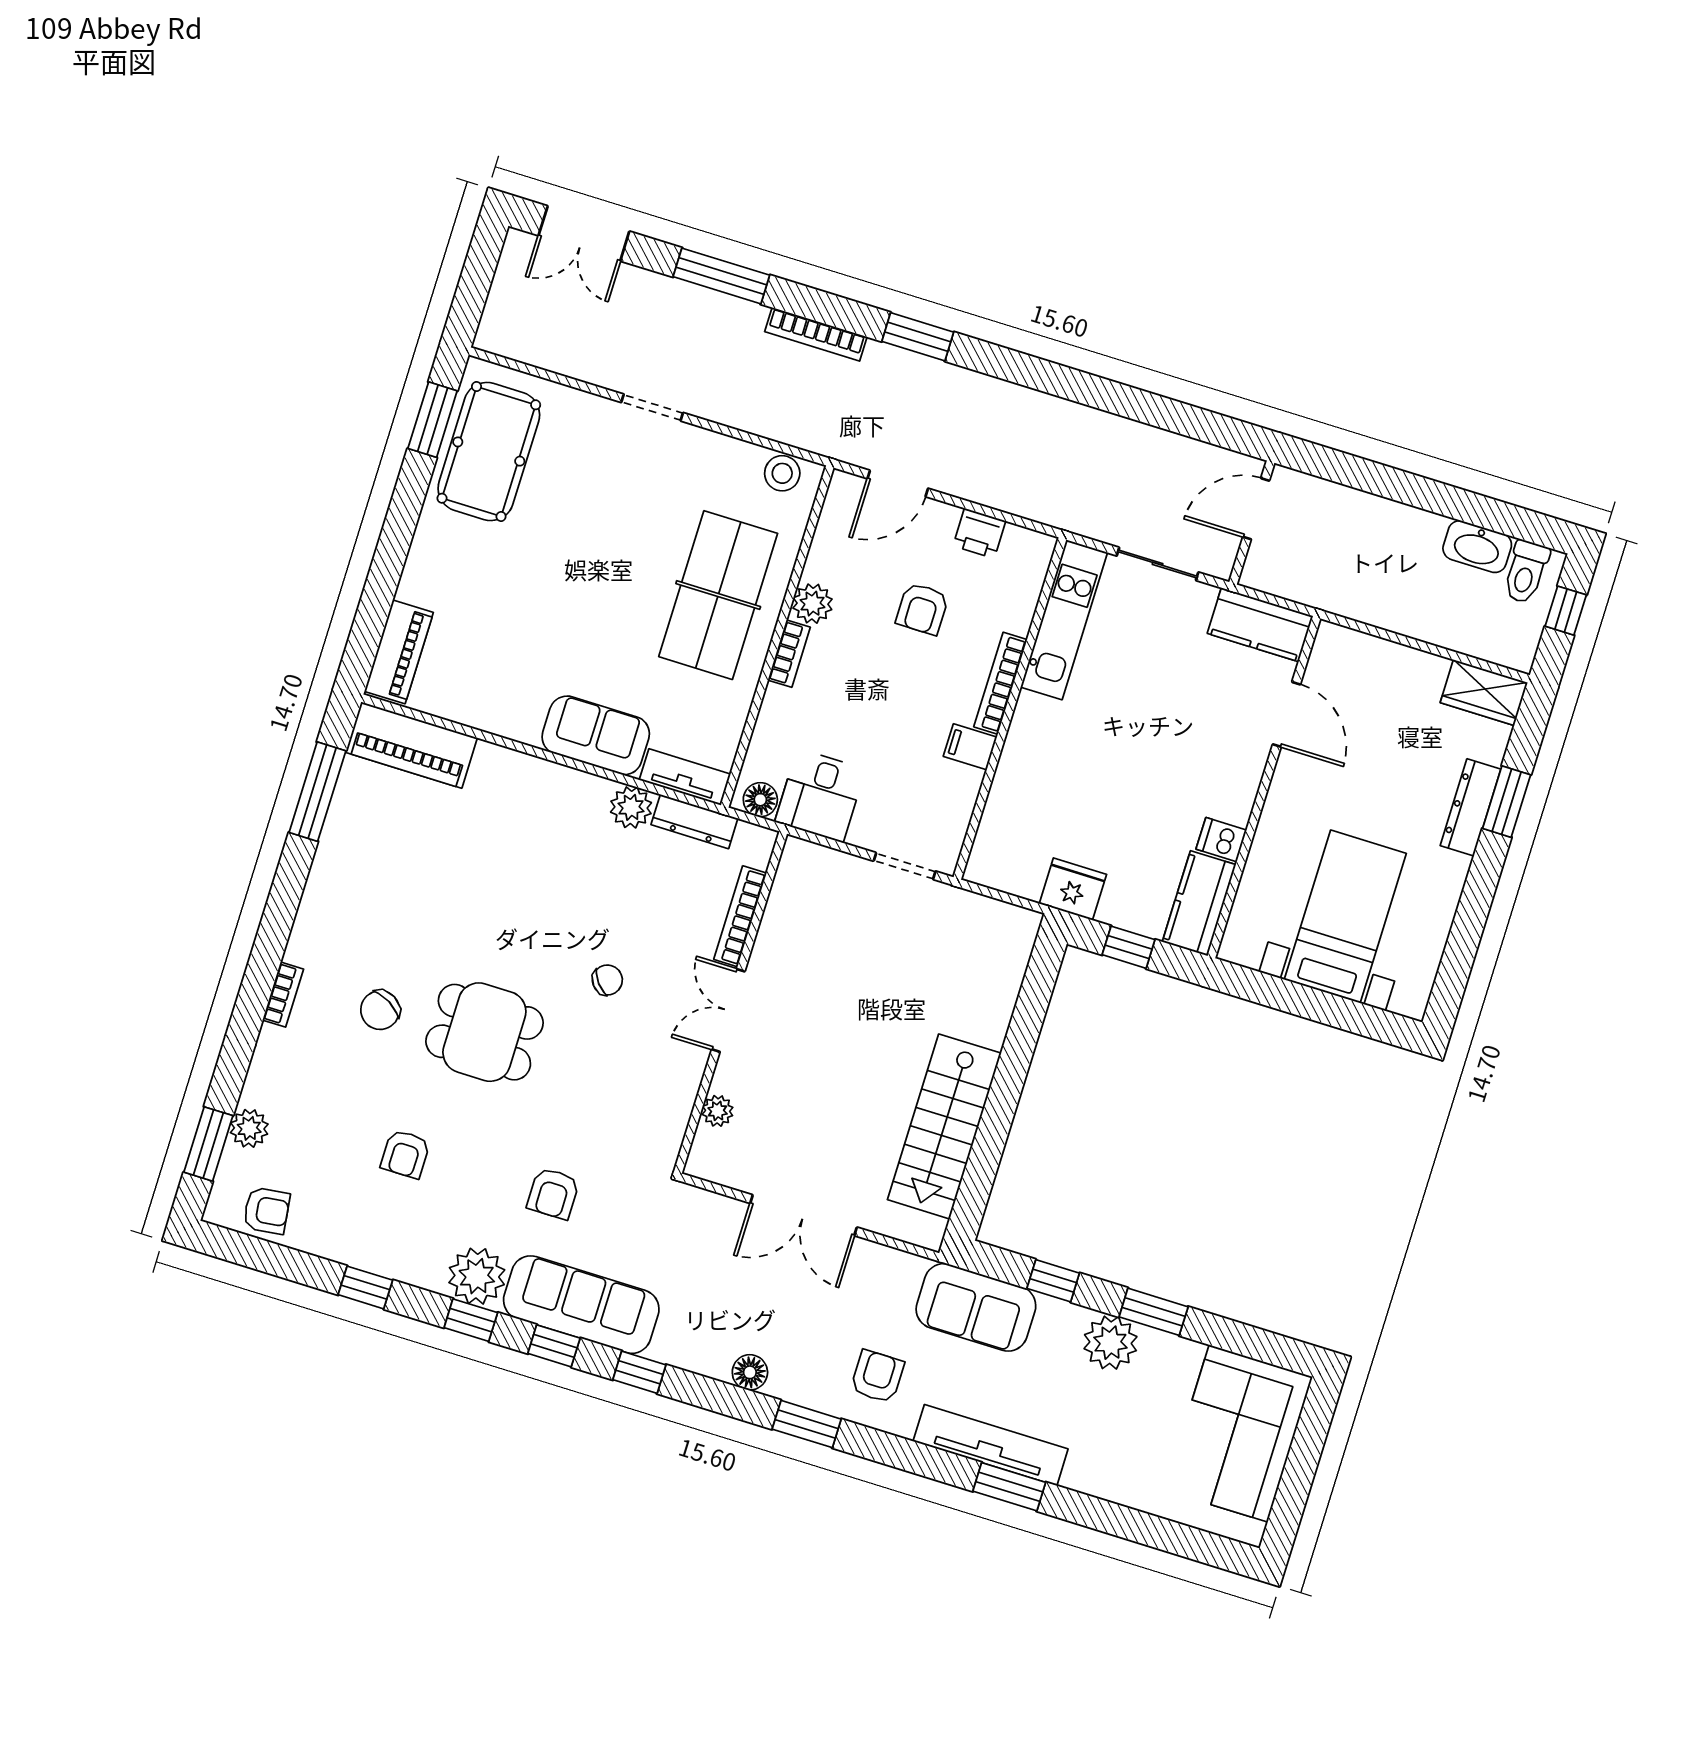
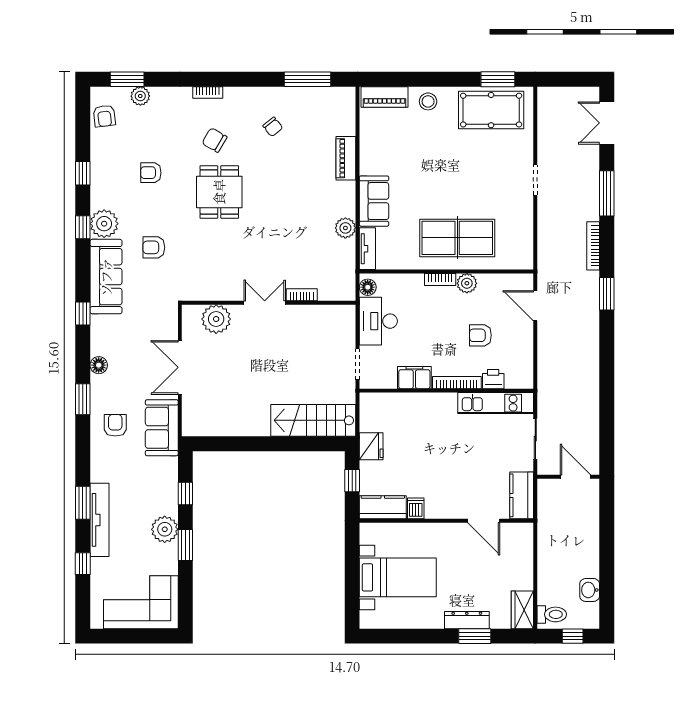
stool: (782, 473) -> (428, 101), moved
printer: (979, 533) -> (493, 379), moved, turned 90
washbasin: (1477, 547) -> (590, 590), width x0.72
toilet: (1526, 572) -> (552, 614), moved, turned 180
door: (1287, 714) -> (484, 521), hinge flipped
piano: (411, 745) -> (346, 158), moved, width x0.73, depth x0.75
filing cabinet: (970, 747) -> (414, 378), width x2.00
desk: (820, 795) -> (378, 321), width x1.37
dresser: (694, 822) -> (348, 260), removed
bookcase: (740, 916) -> (302, 295), width x0.64
chair: (607, 980) -> (273, 127), moved
plant: (718, 1111) -> (216, 319), width x1.87, depth x1.87
stairs: (944, 1126) -> (313, 420), moved
sofa: (976, 1307) -> (162, 428), moved
window: (554, 1346) -> (83, 564), moved
armchair: (877, 1376) -> (115, 425), turned -90
tv unit: (991, 1445) -> (100, 520), moved

